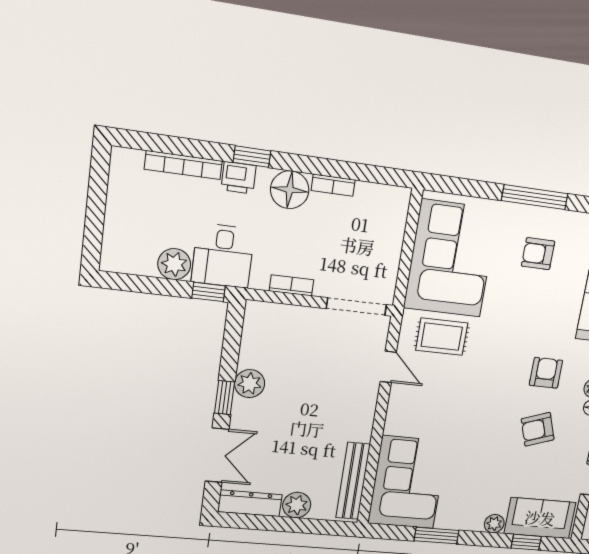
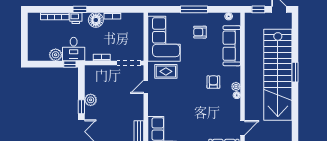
door: (388, 367) -> (146, 87), swing flipped
armchair: (538, 429) -> (215, 107), removed

